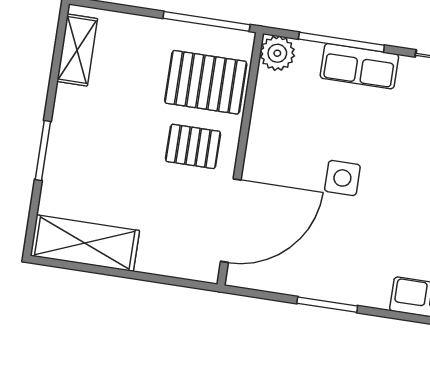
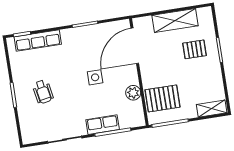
shelving: (77, 50) -> (212, 109), moved, turned 90
plant: (277, 53) -> (133, 93), moved
pallet: (193, 146) -> (195, 49), moved
shelving: (85, 243) -> (175, 20), moved

